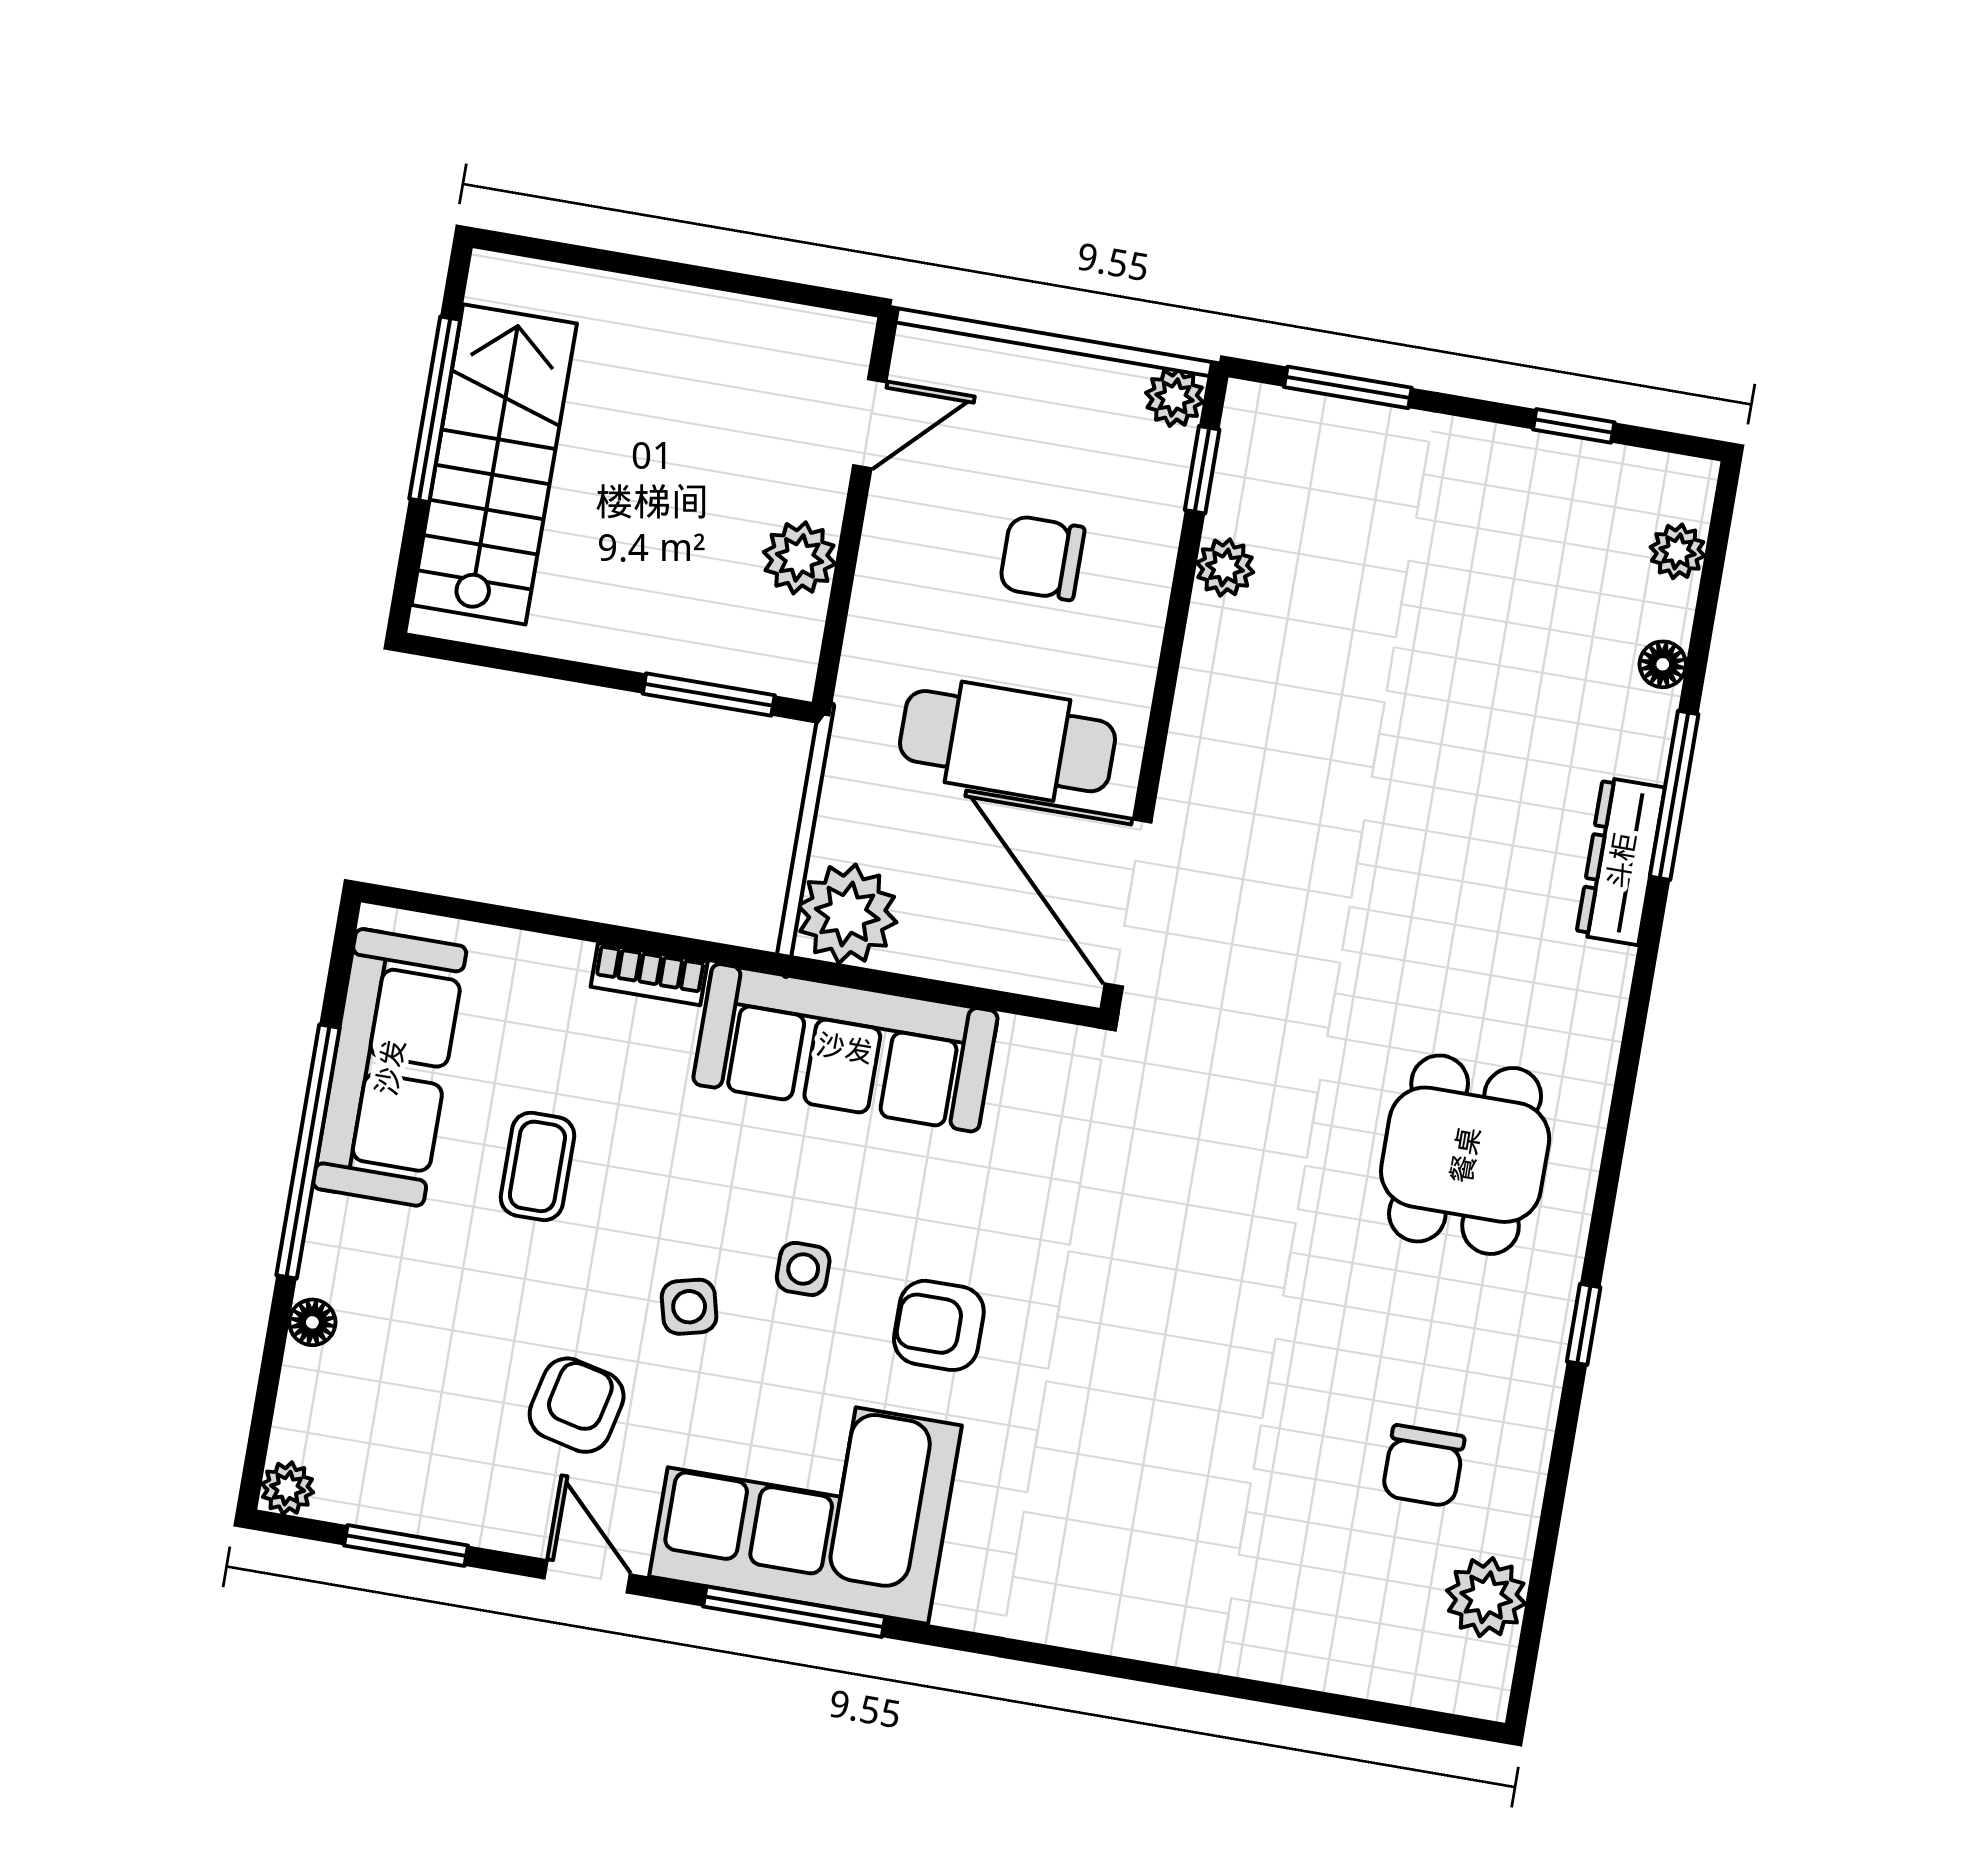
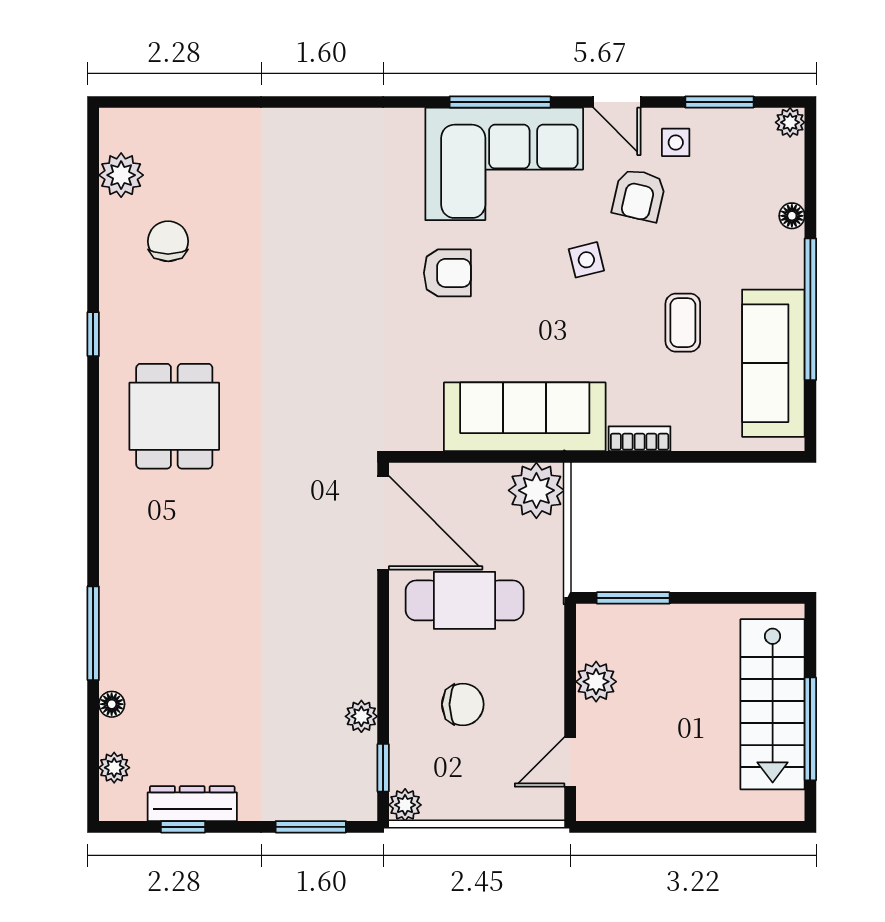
dresser: (1621, 861) -> (192, 804), moved, turned -90
side table: (803, 1269) -> (676, 142), moved

